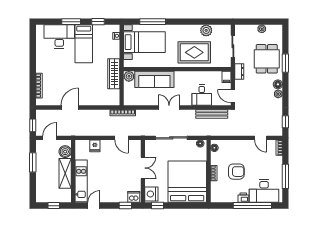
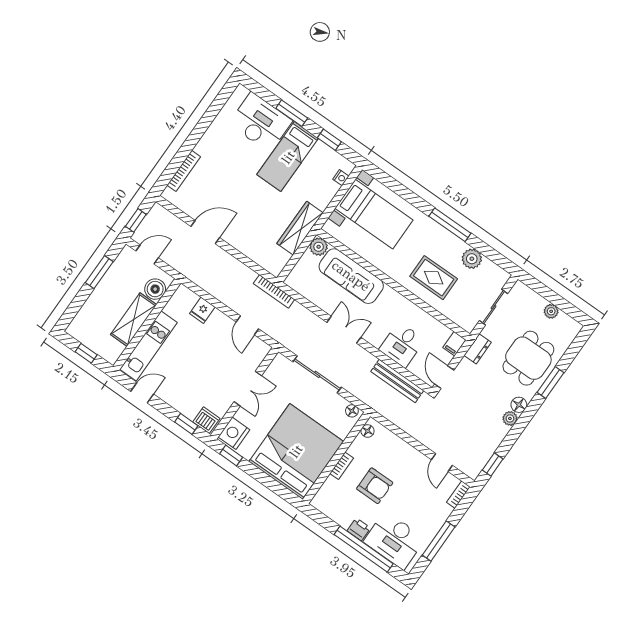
window: (153, 22) -> (450, 225), moved
rug: (194, 52) -> (434, 278), width x0.73, depth x0.70

